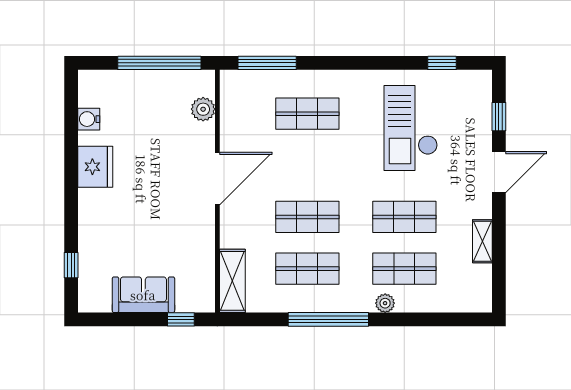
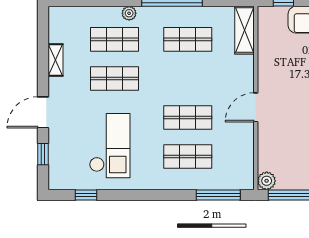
plant: (203, 109) -> (267, 181), moved
door: (217, 179) -> (256, 107), width x0.73
shop shelf: (307, 217) -> (188, 117), moved

